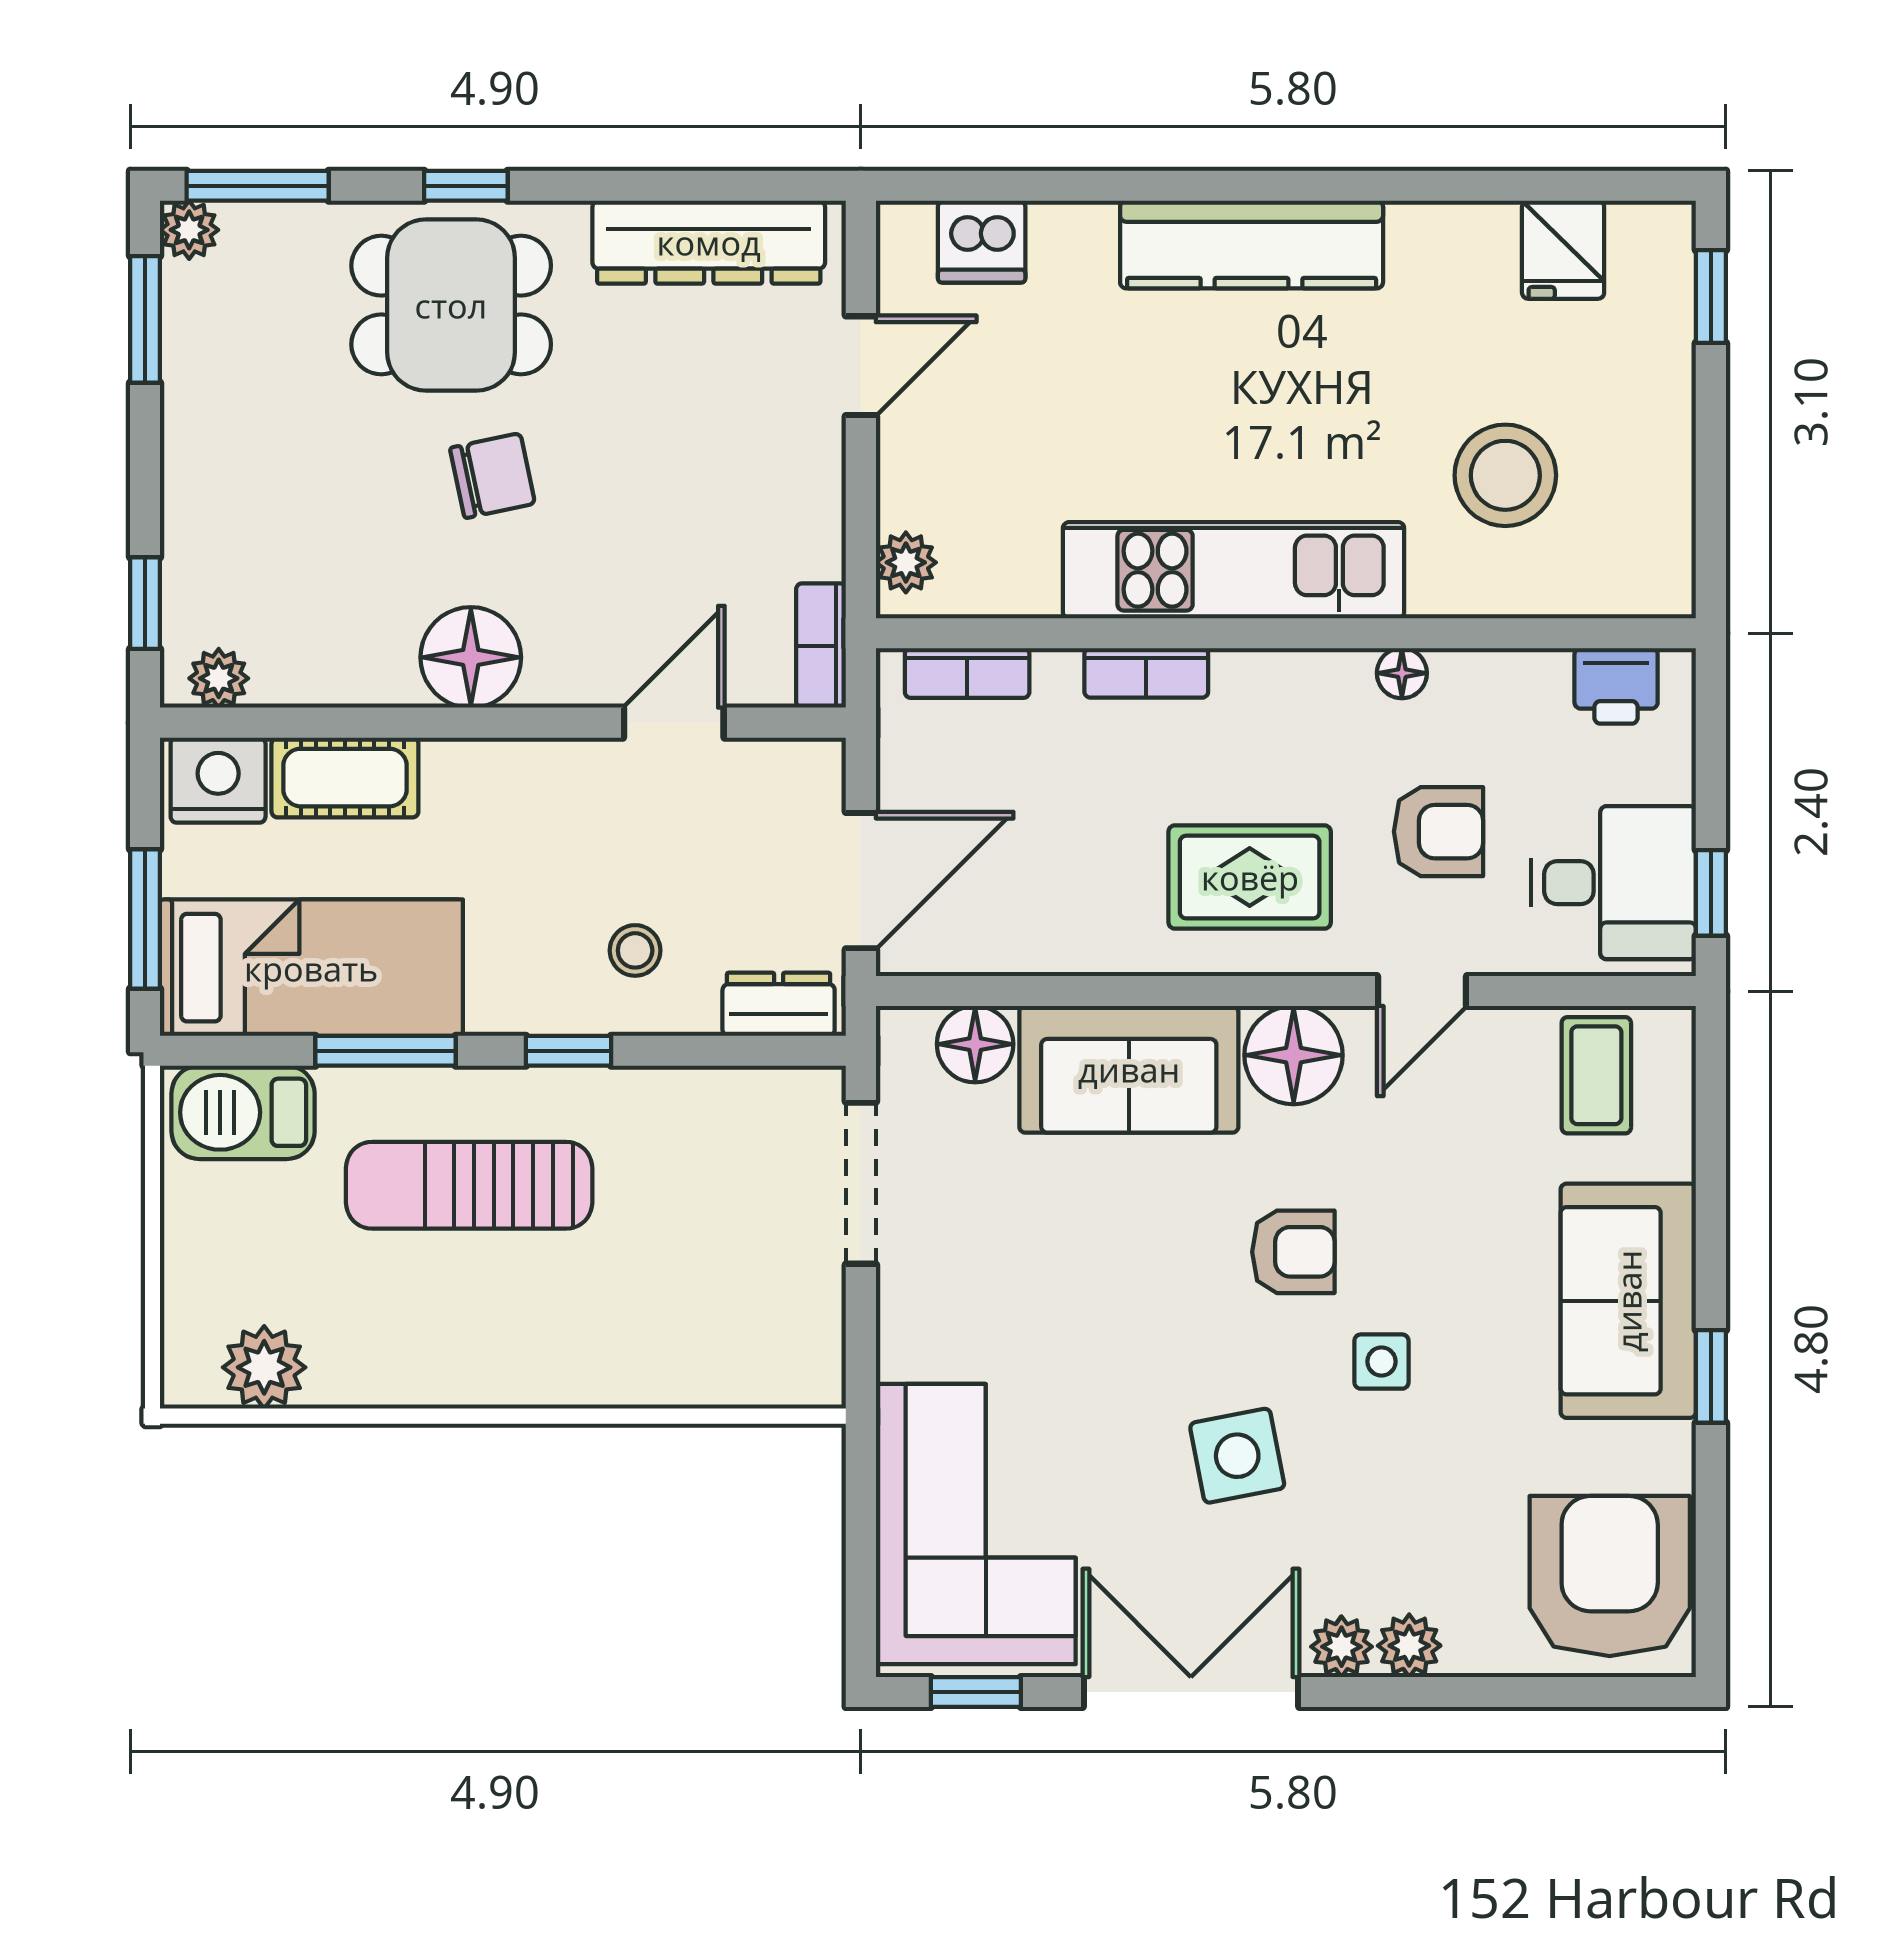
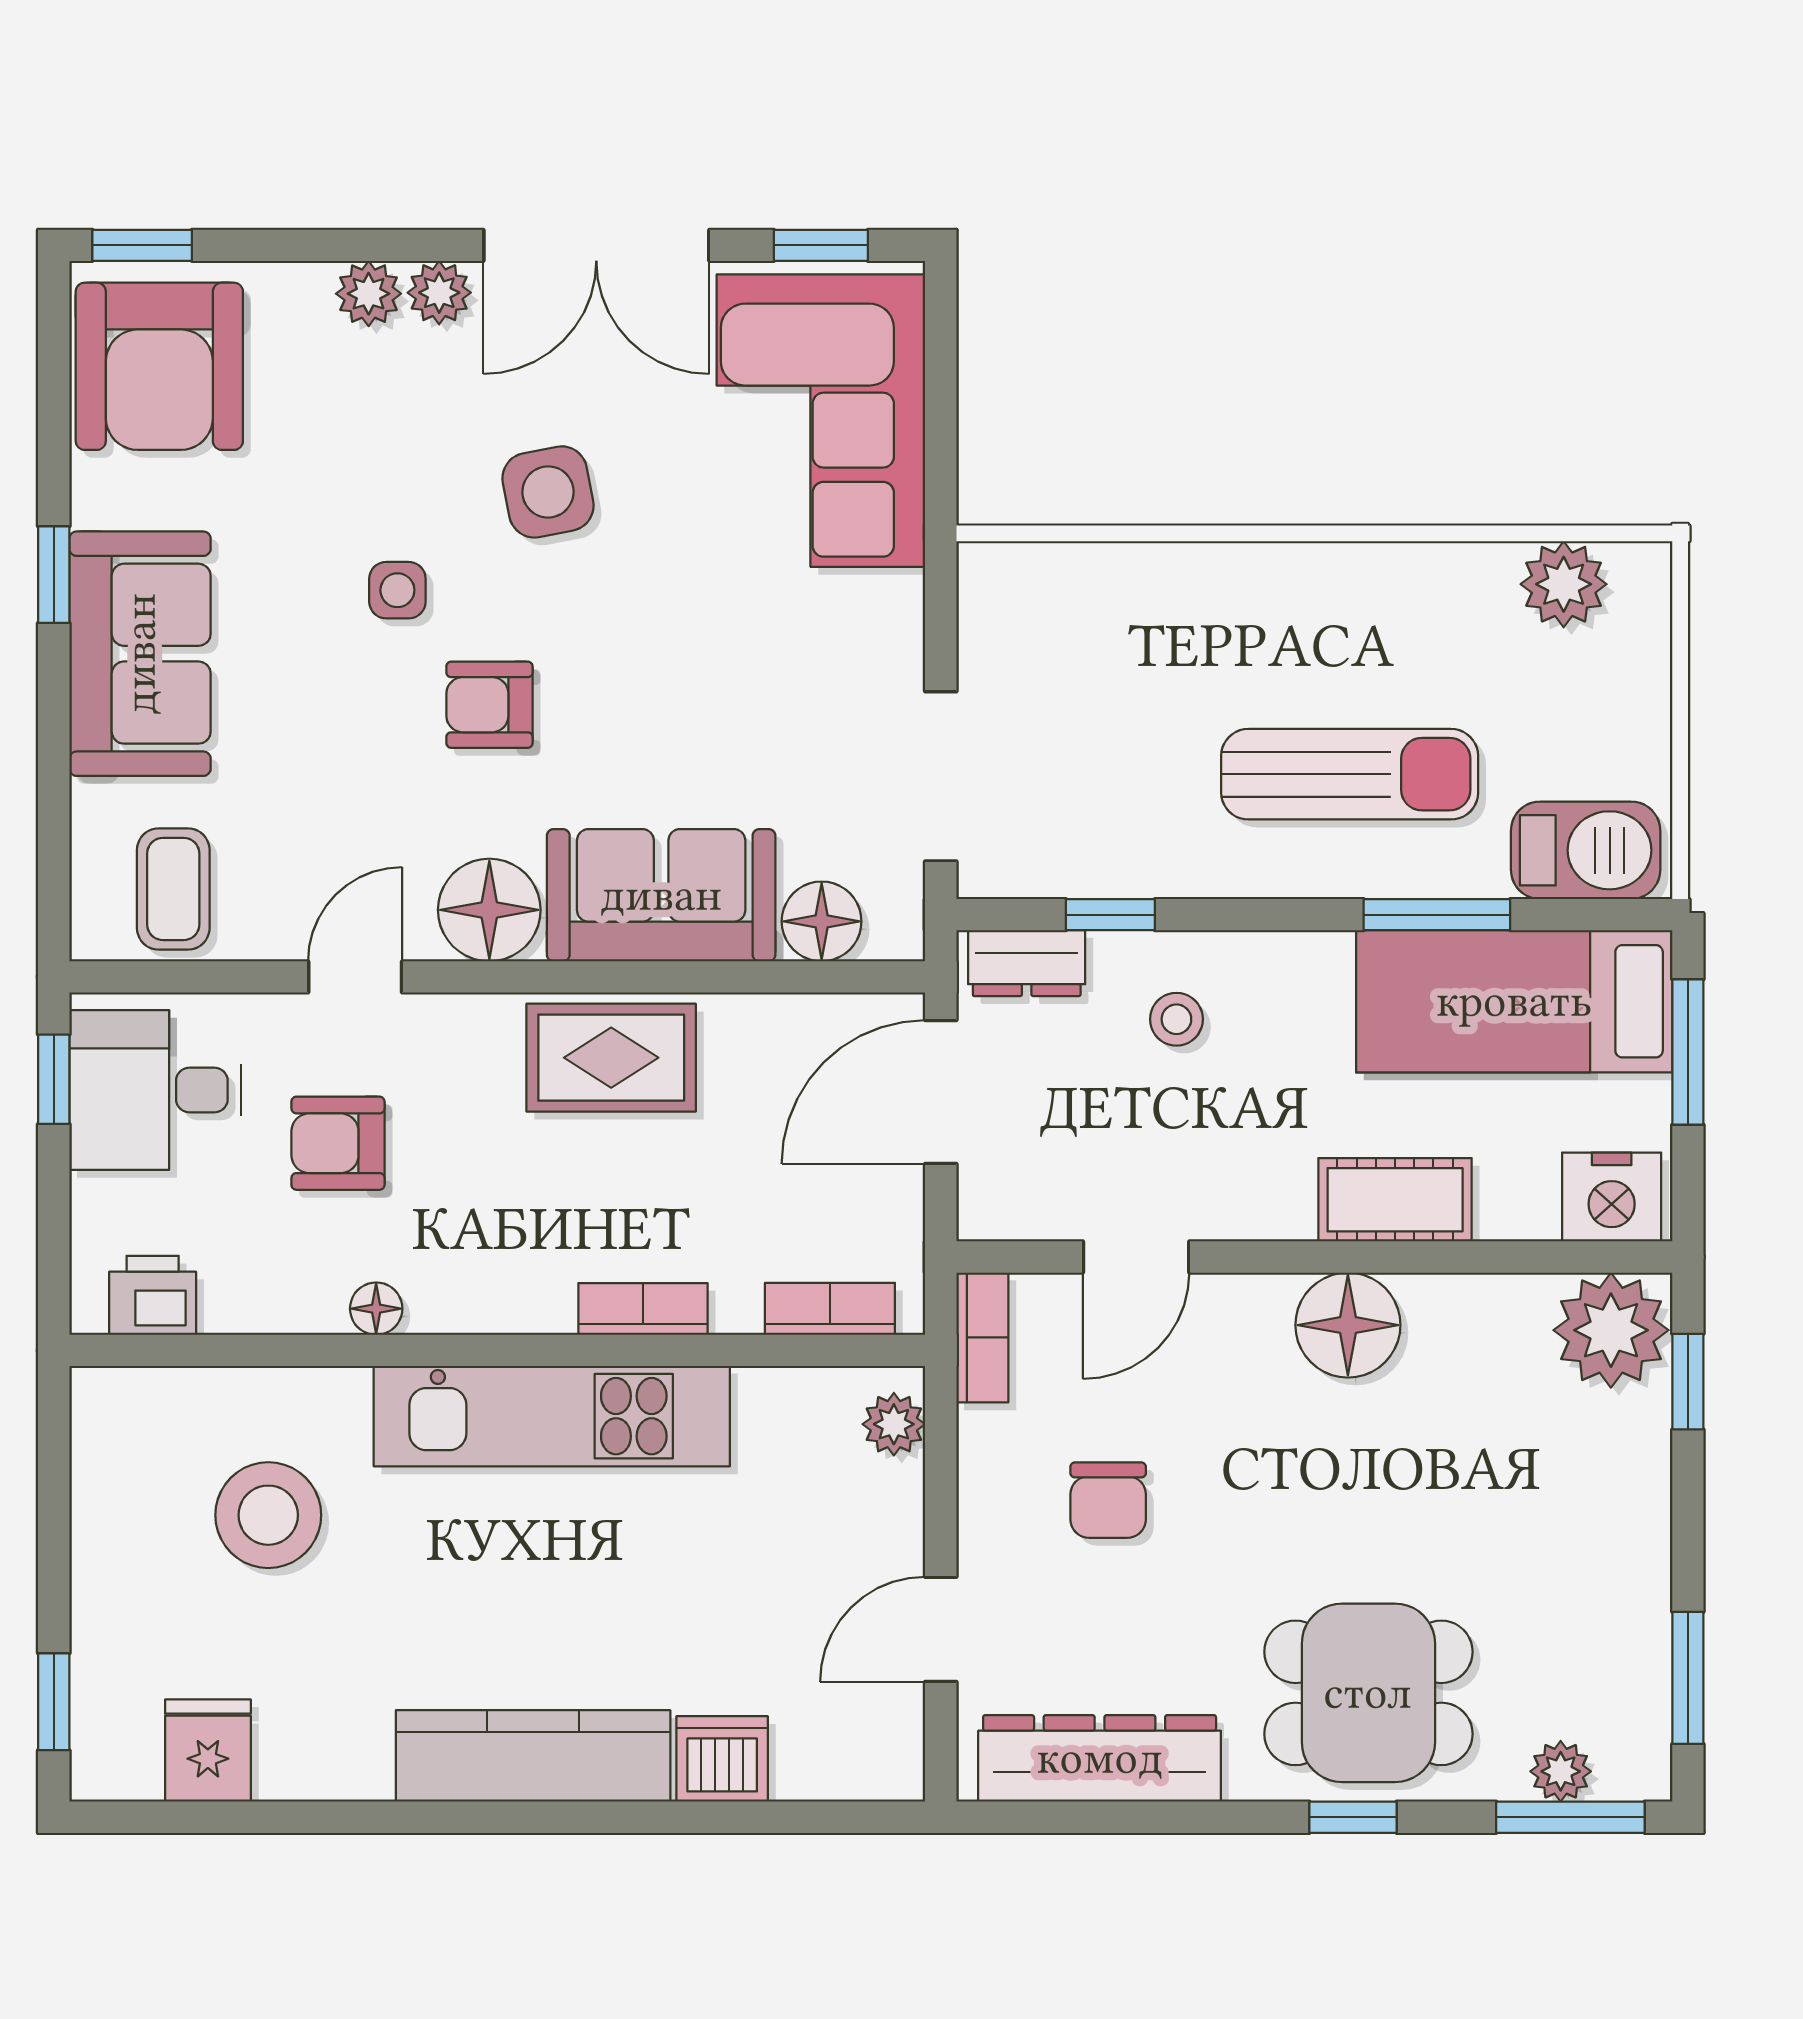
plant: (189, 230) -> (1561, 1771), moved
dishwasher: (982, 242) -> (722, 1759), moved
chair: (492, 476) -> (1108, 1500), moved, turned -78
plant: (219, 678) -> (1611, 1330), width x1.88, depth x1.88
cot: (345, 778) -> (1395, 1200), moved
rug: (1250, 877) -> (611, 1058), moved
window: (568, 1051) -> (1110, 915), moved
window: (1626, 1692) -> (142, 245), added

